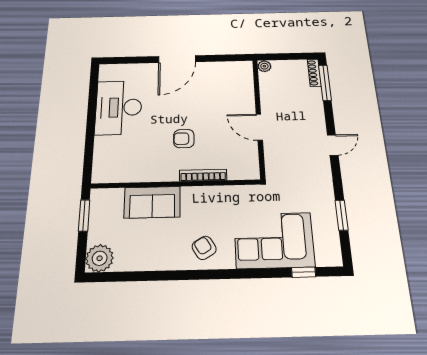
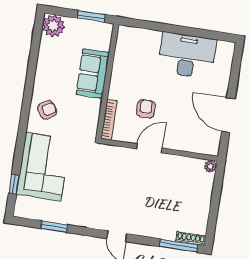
plant: (264, 66) -> (210, 166), moved
wall: (259, 117) -> (159, 150), moved
door: (259, 127) -> (149, 148), moved

